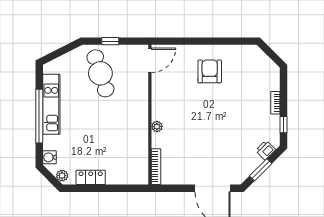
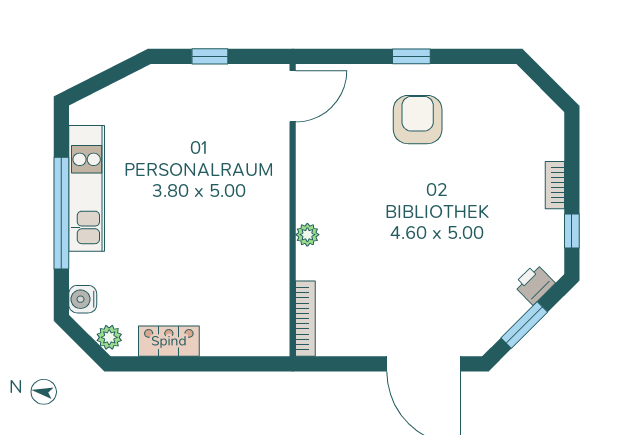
window: (207, 41) -> (411, 56), added
cafe table: (100, 73) -> (189, 124), removed

